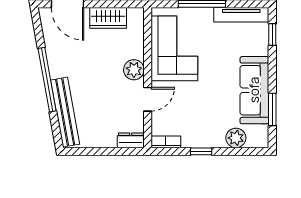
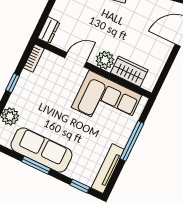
wardrobe: (108, 18) -> (129, 71), moved, turned 90
door: (148, 99) -> (76, 60), swing flipped
window: (272, 109) -> (36, 165), moved

